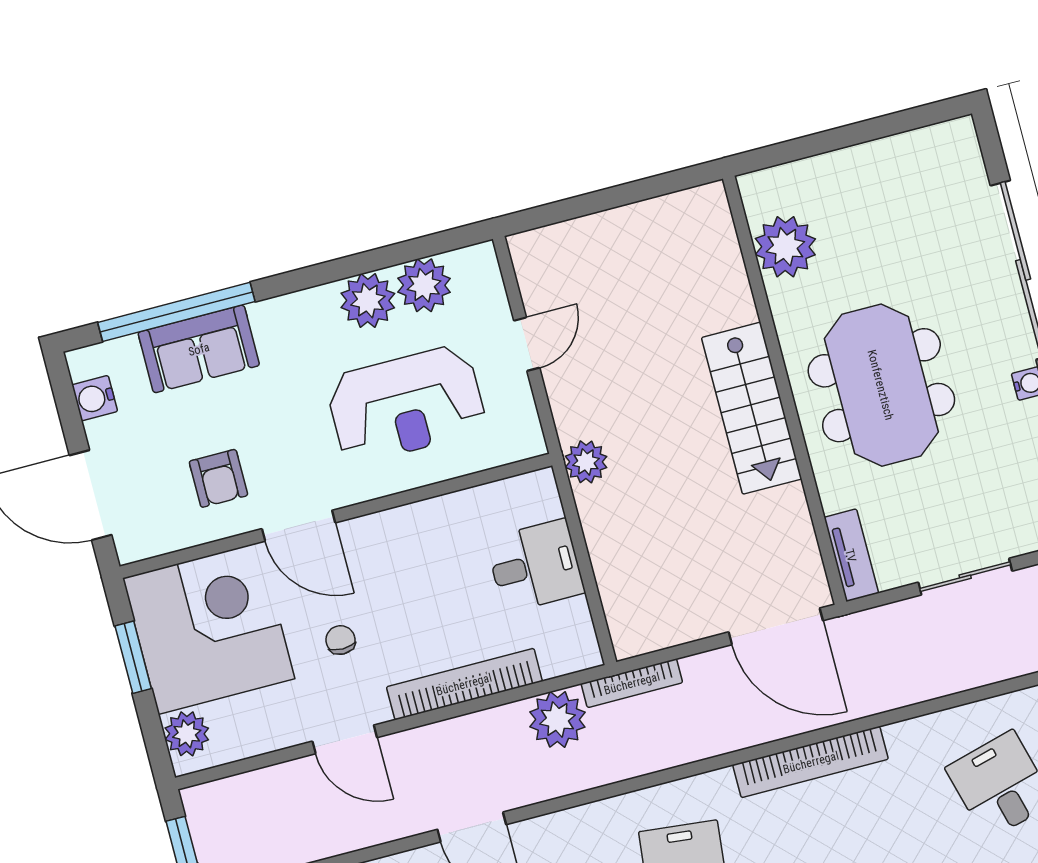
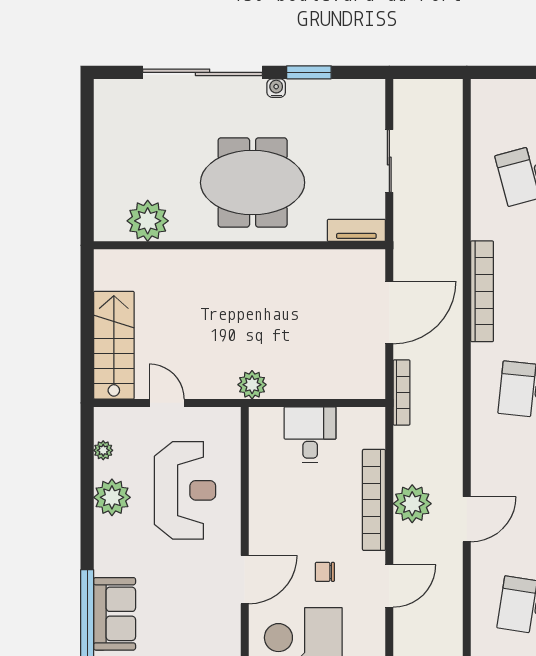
plant: (424, 285) -> (103, 450), width x0.53, depth x0.53
stairs: (752, 408) -> (114, 345), moved, turned -90
armchair: (218, 478) -> (201, 623), removed
door: (776, 626) -> (389, 313), moved
plant: (557, 719) -> (412, 504), moved

